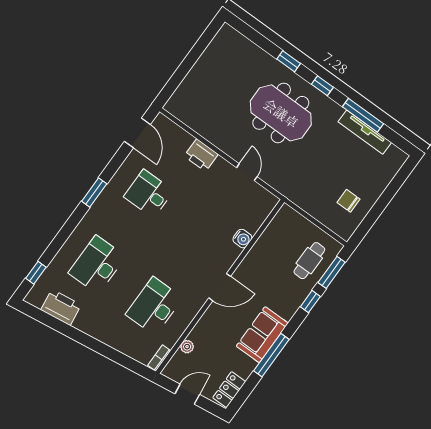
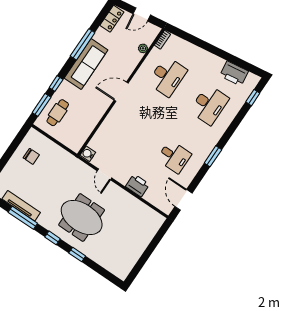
water cooler: (242, 239) -> (88, 154), moved
sofa: (262, 335) -> (86, 64), width x1.36

